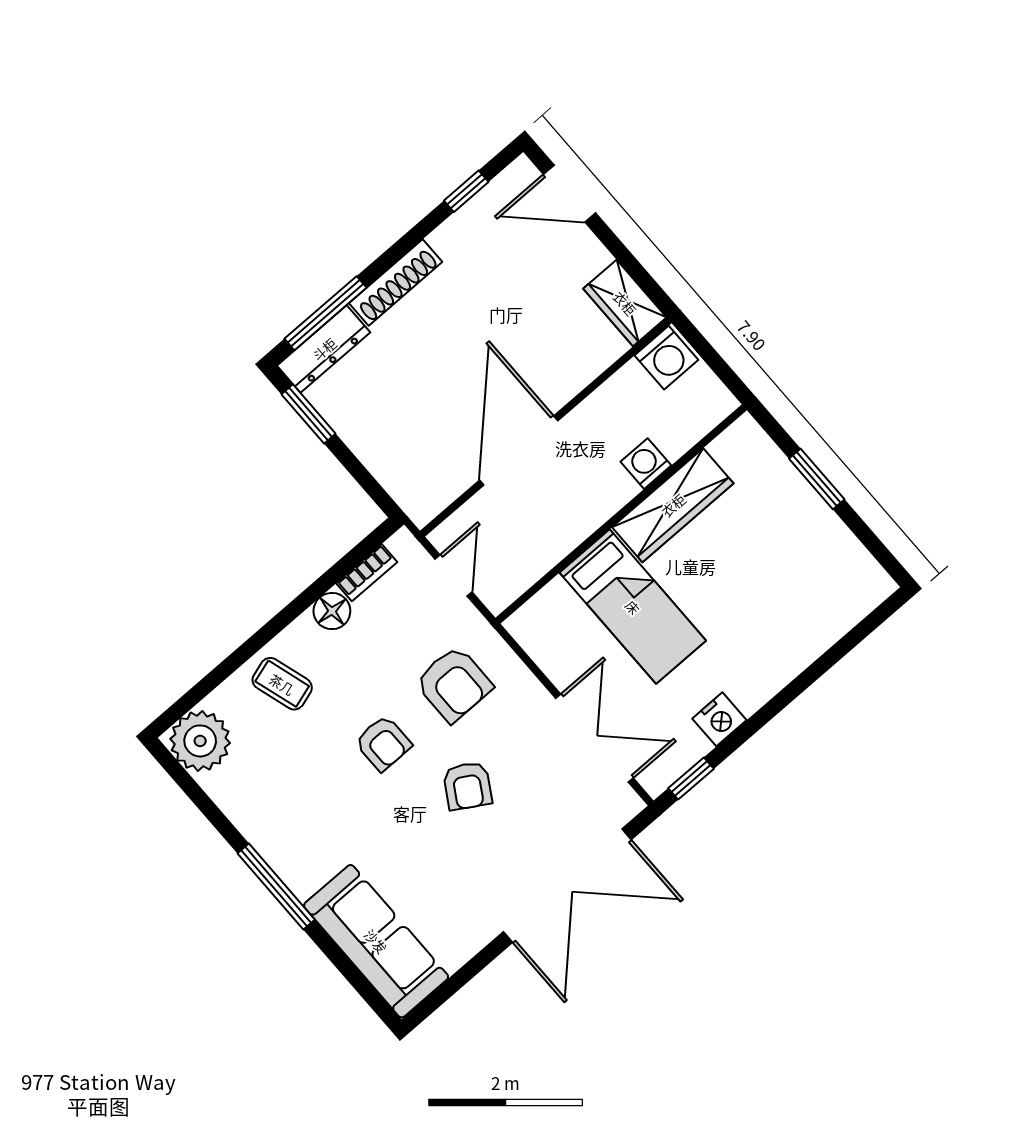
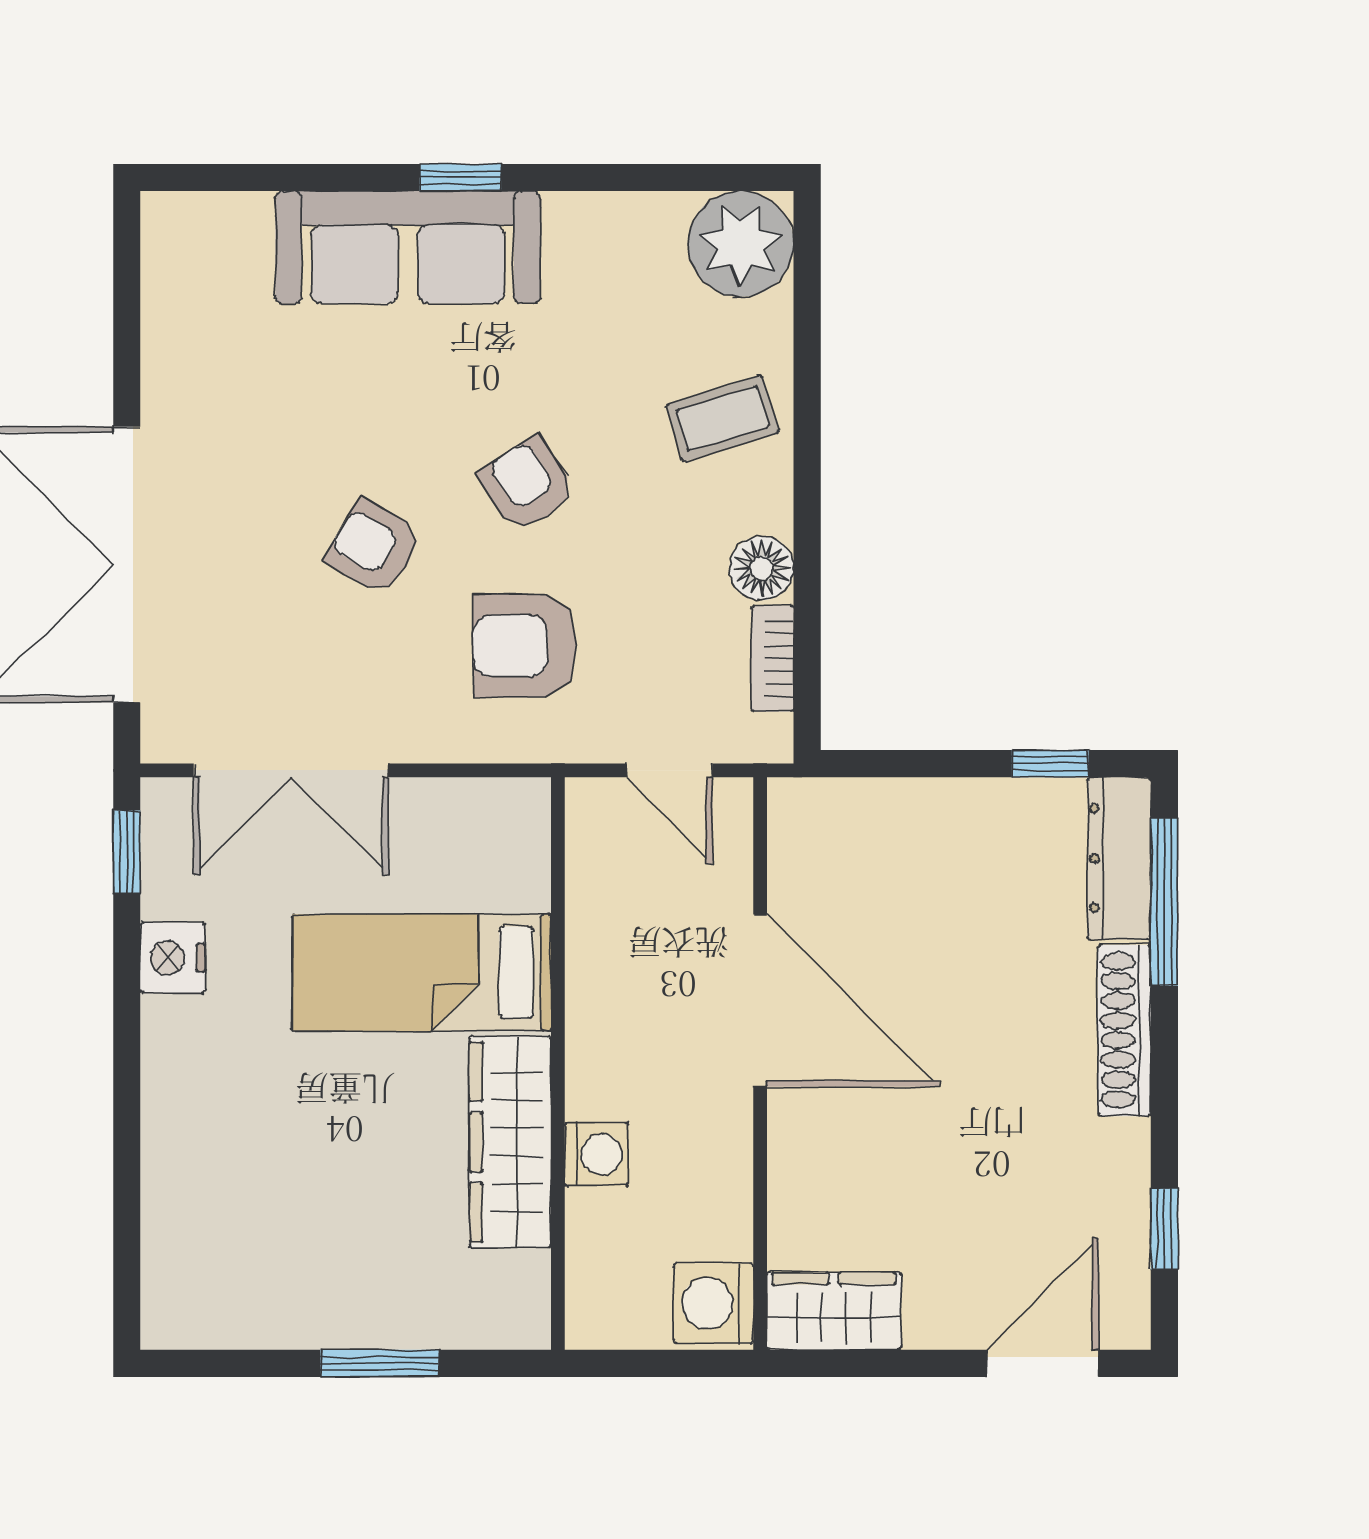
window: (309, 414) -> (1050, 764), width x0.67
armchair: (383, 743) -> (527, 484), turned 57
window: (276, 886) -> (460, 178), width x0.46
sofa: (376, 941) -> (408, 247), moved

